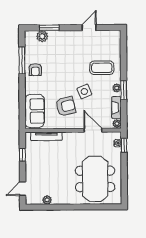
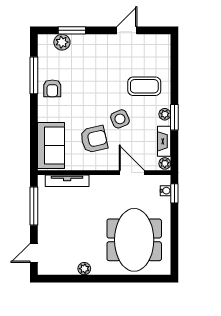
window: (22, 155) -> (34, 206), width x2.17
plant: (47, 200) -> (84, 269), moved

